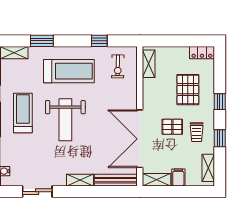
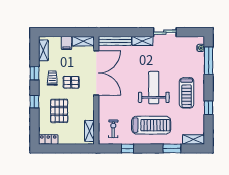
treadmill: (69, 71) -> (151, 125), turned 180
sliding door: (37, 192) -> (165, 32), moved

